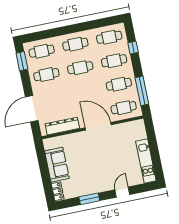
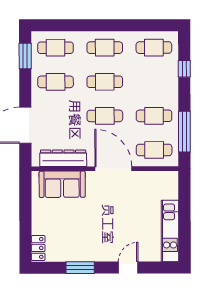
cafe table: (114, 61) -> (105, 116), moved
sofa: (57, 165) -> (62, 184), moved, turned 90

